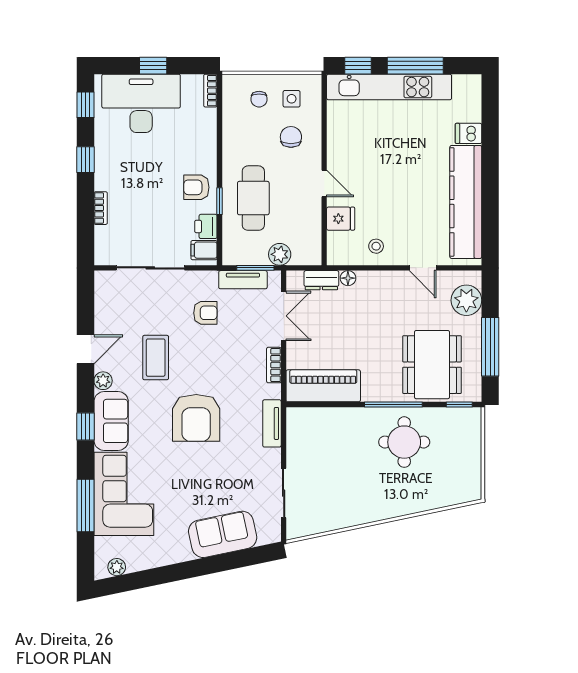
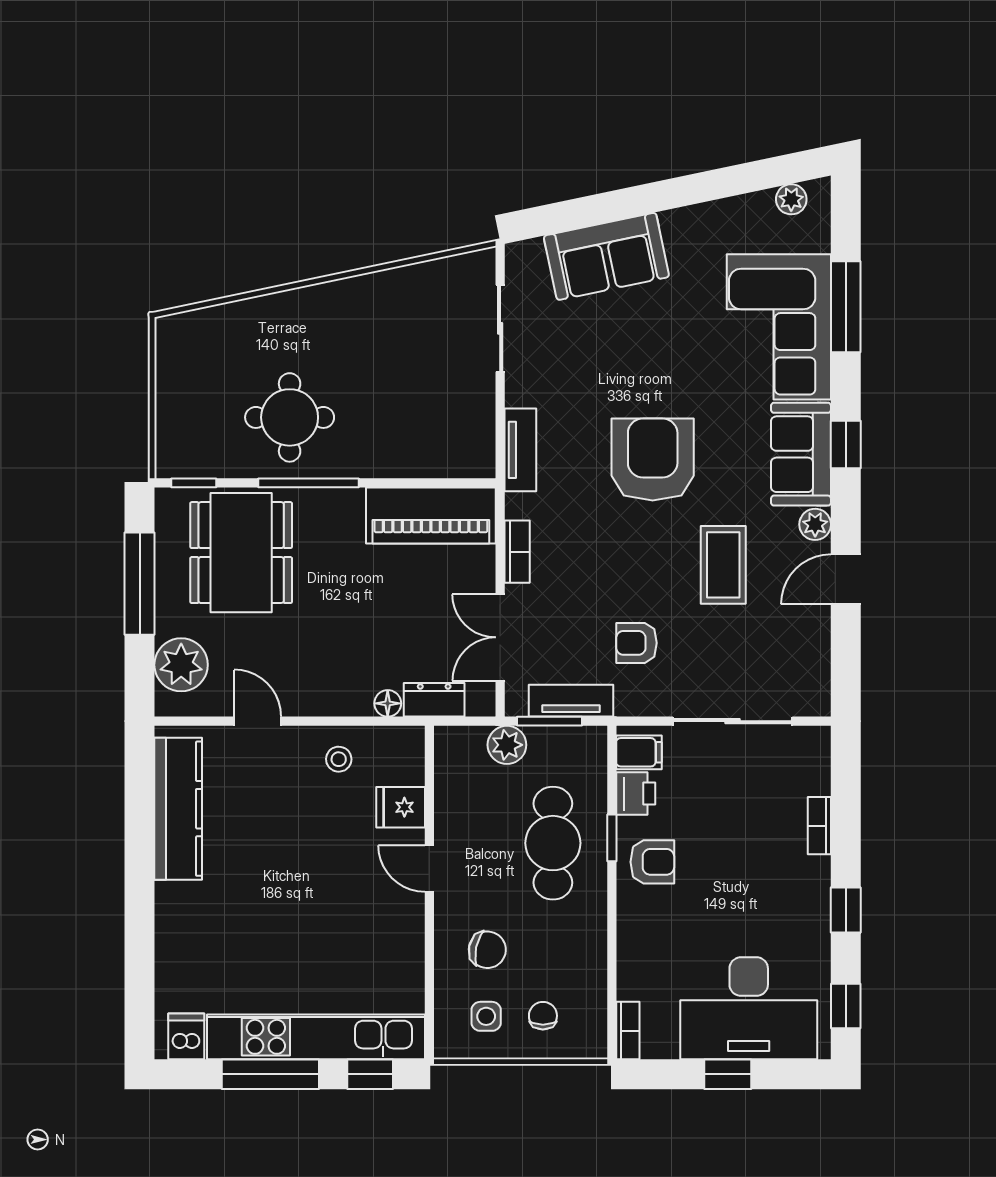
dishwasher: (468, 133) -> (186, 1036), moved, turned -90
chair: (291, 137) -> (487, 950), turned -78
kitchen counter: (466, 202) -> (178, 809), width x0.72, depth x0.86

